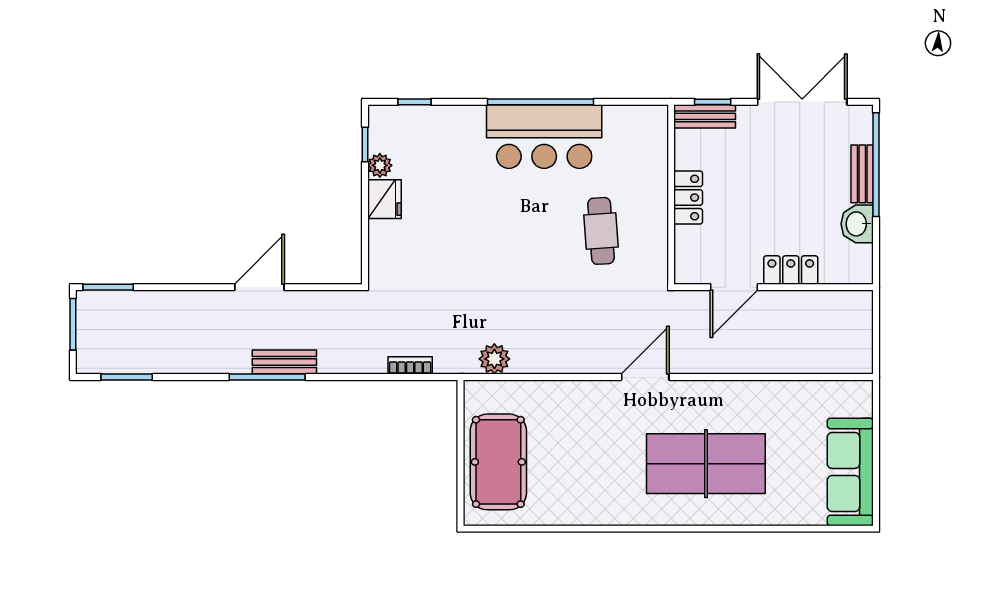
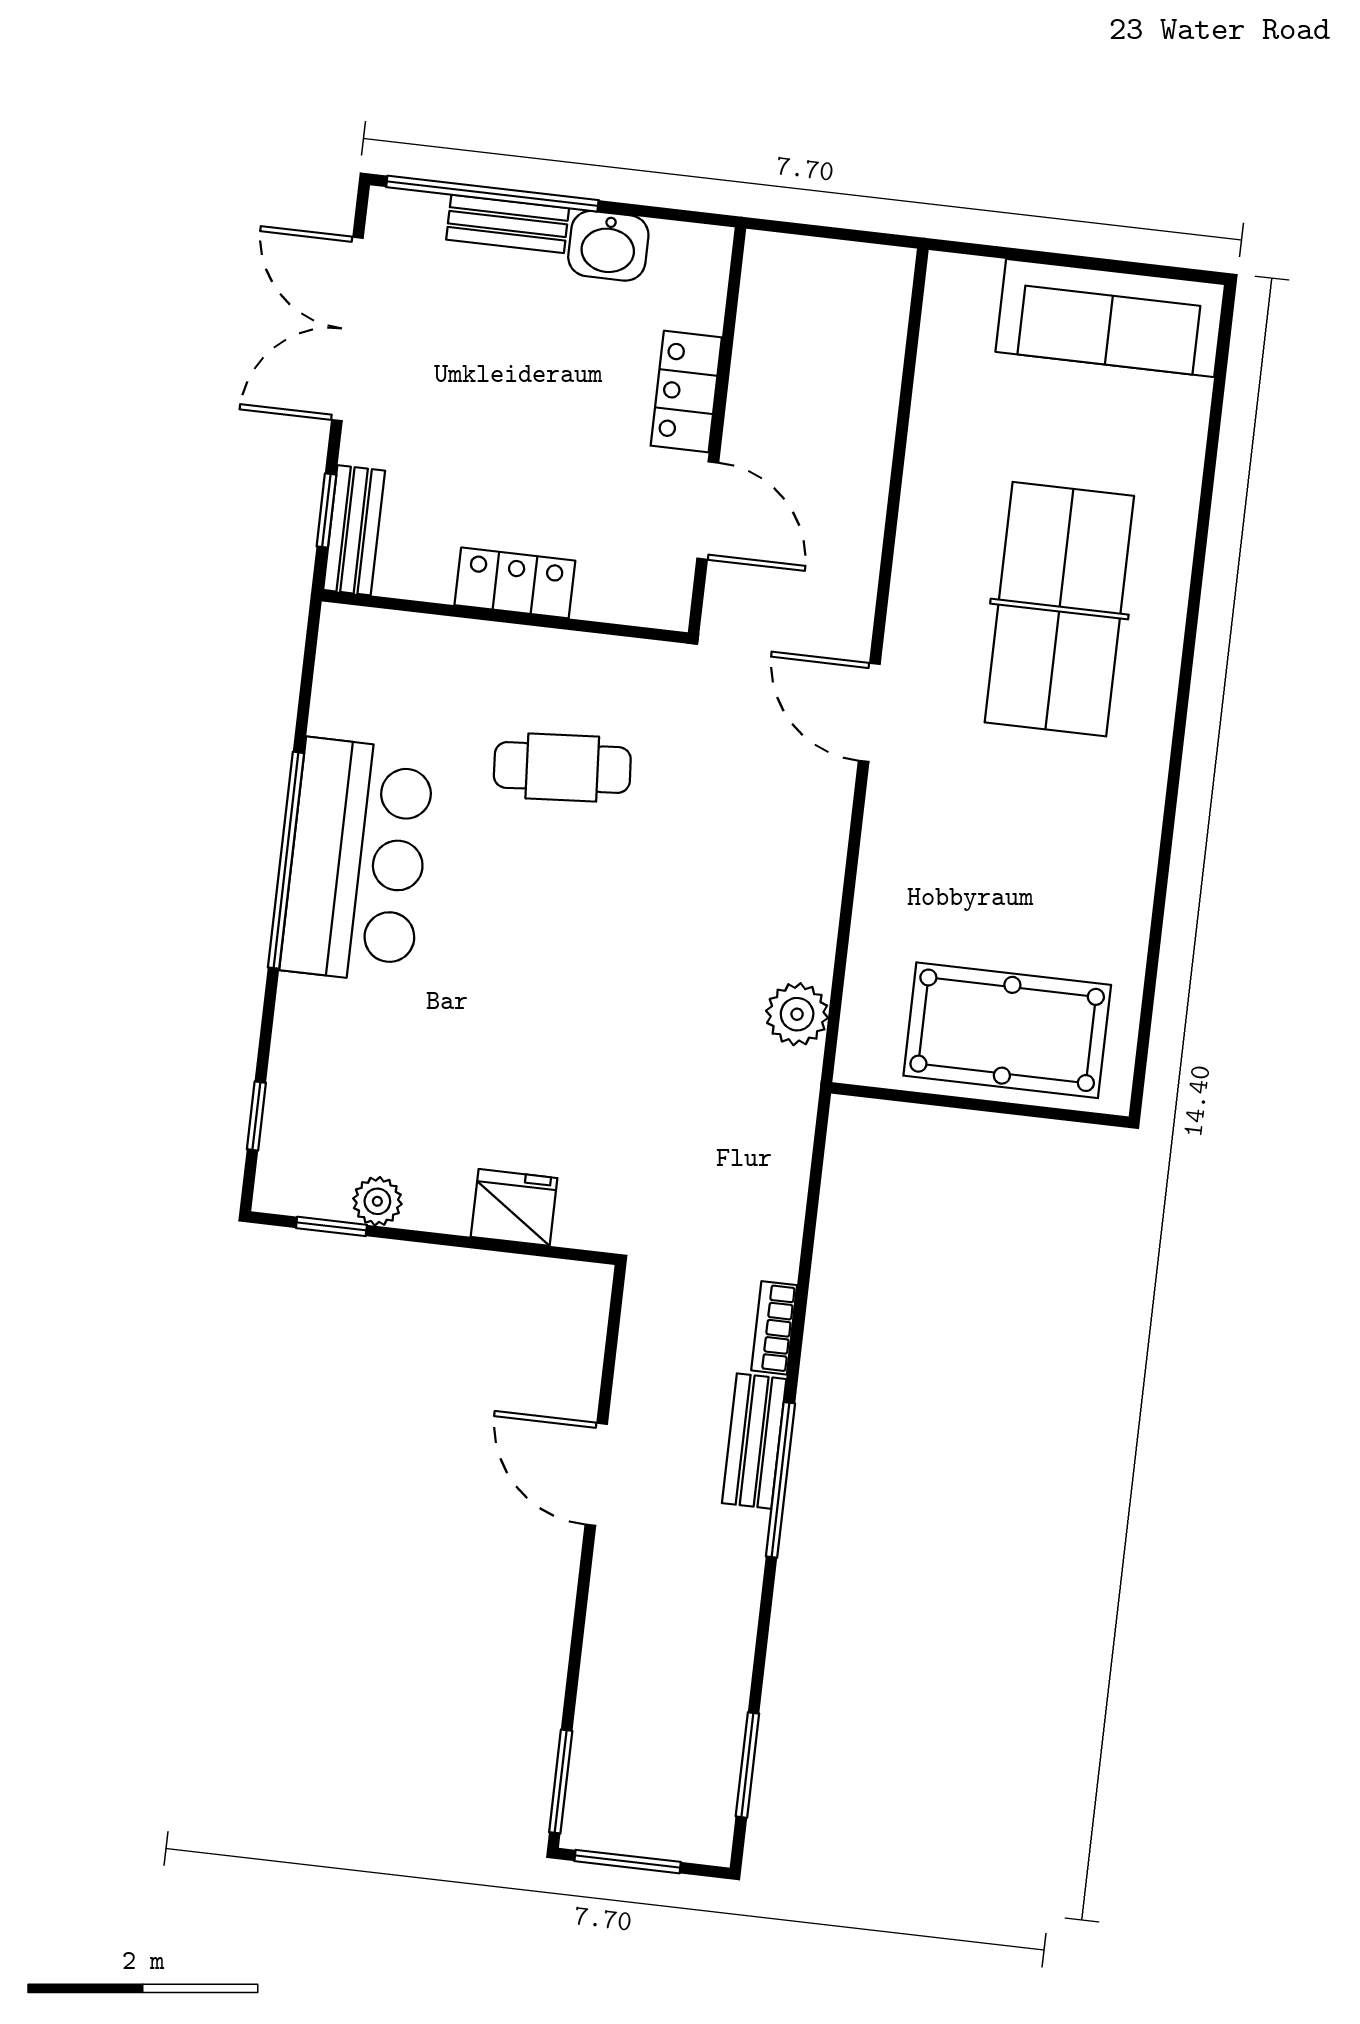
fridge: (385, 199) -> (514, 1207), moved
bookcase: (410, 365) -> (774, 1328), moved

